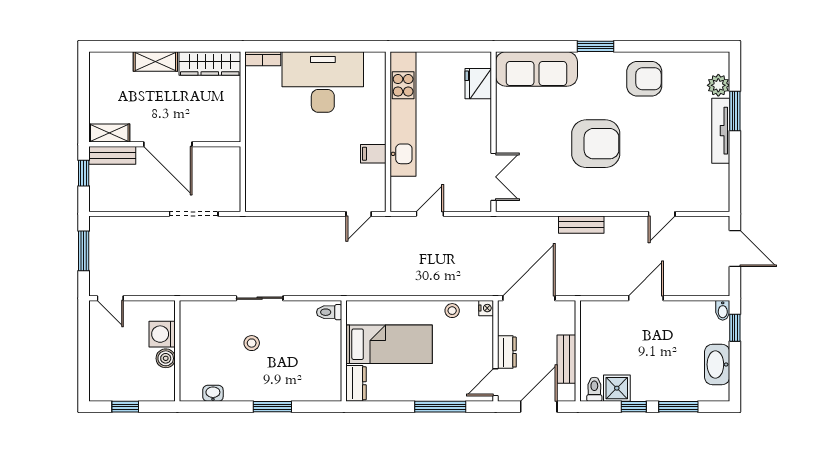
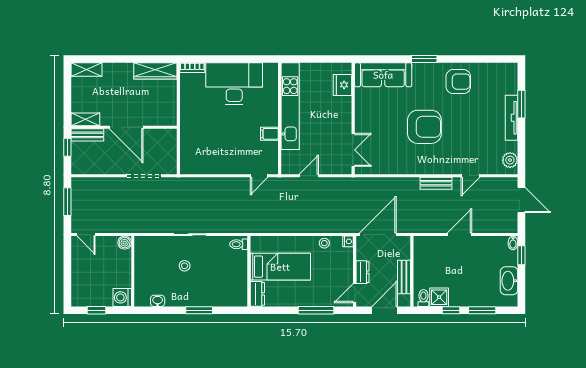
shelving: (155, 62) -> (86, 70), moved
plant: (718, 85) -> (510, 160), moved
bench: (581, 225) -> (436, 183), moved
washing machine: (162, 334) -> (122, 297), moved
boiler: (166, 358) -> (125, 243), moved

